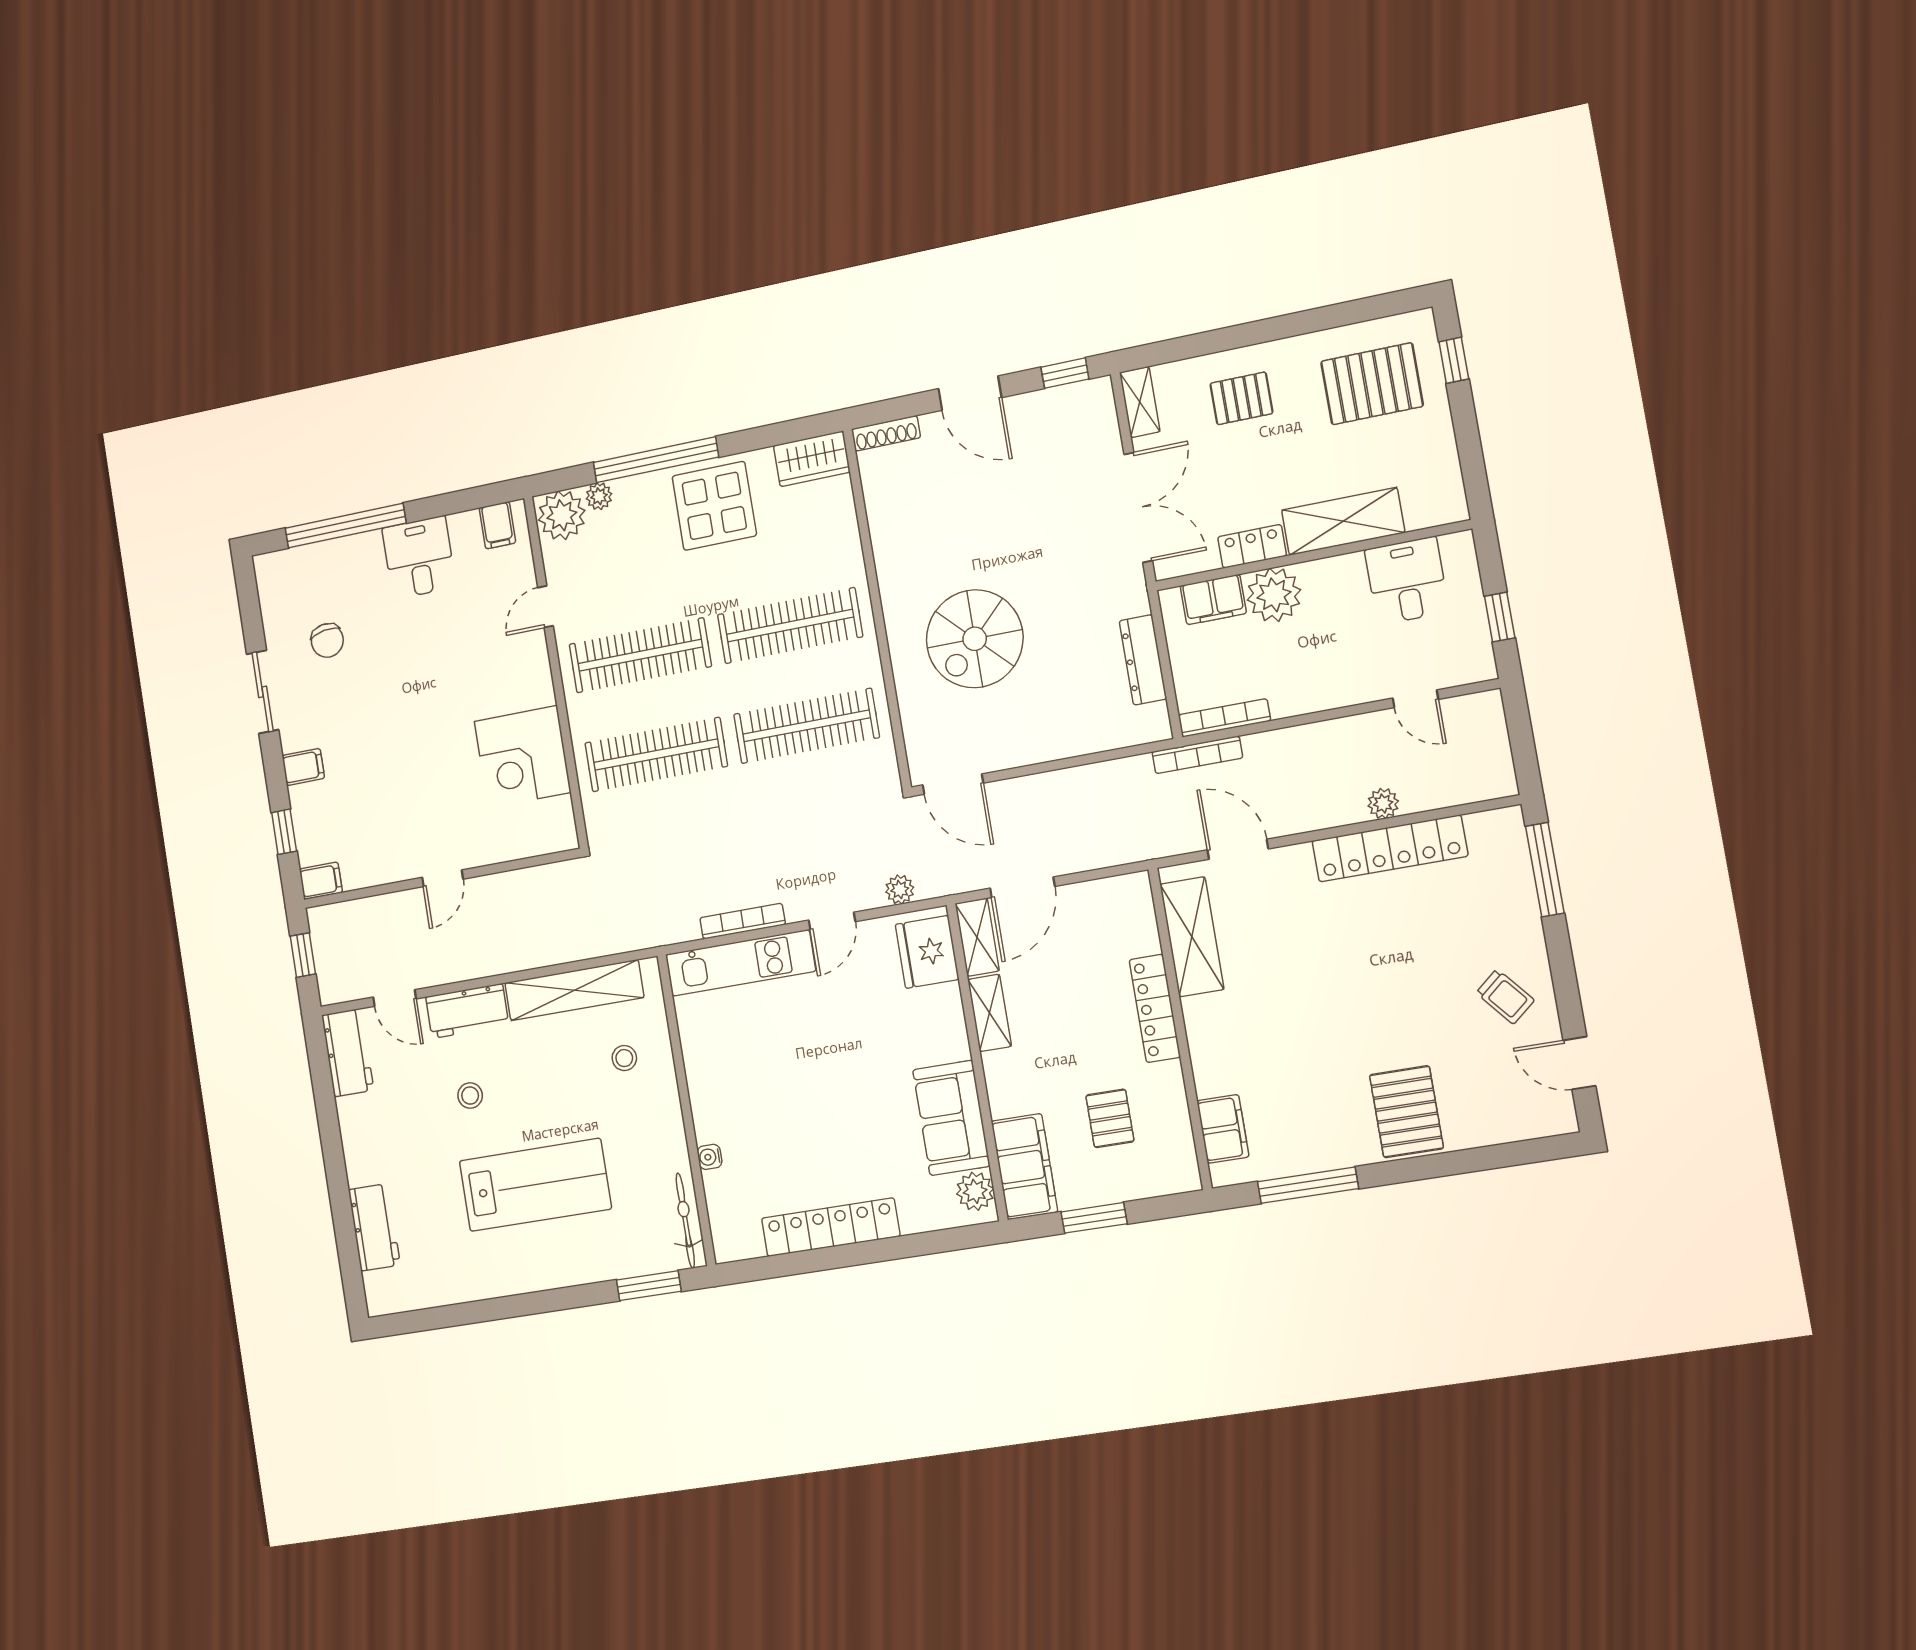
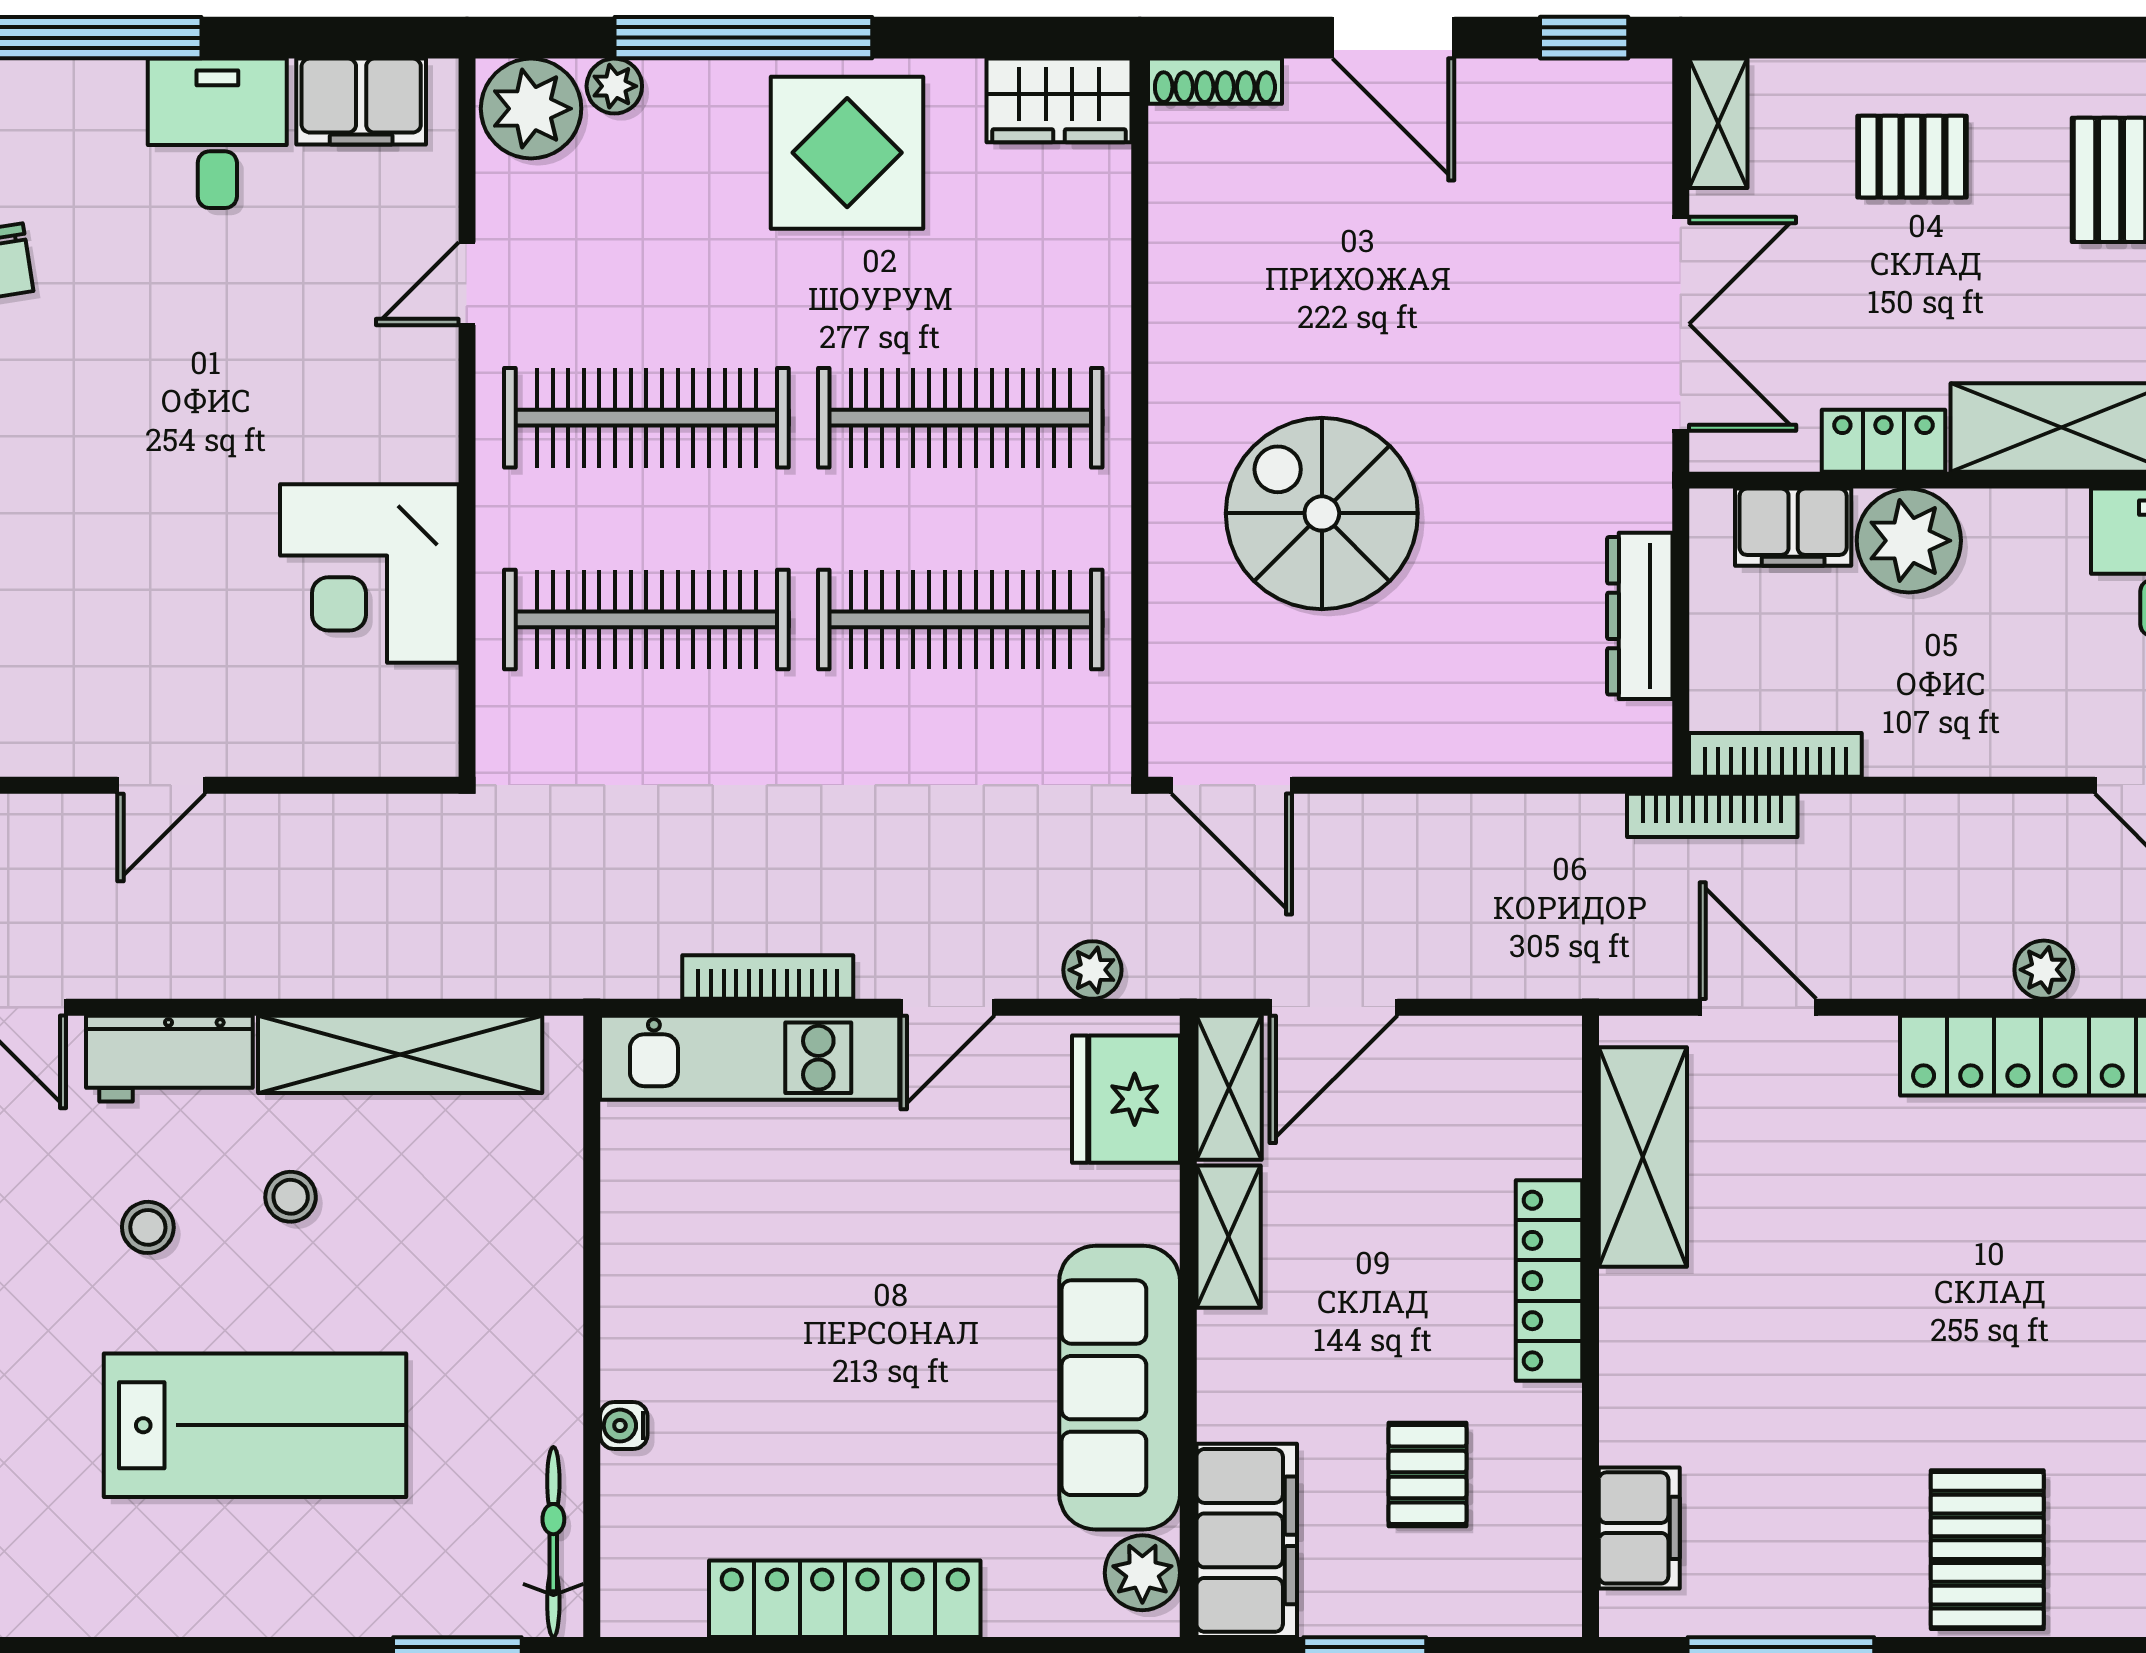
filing cabinet: (497, 525) -> (361, 102), width x2.00
spiral stairs: (975, 639) -> (1322, 513), turned 90
stool: (624, 1058) -> (291, 1197), moved
sofa: (951, 1118) -> (1120, 1388), width x1.36

